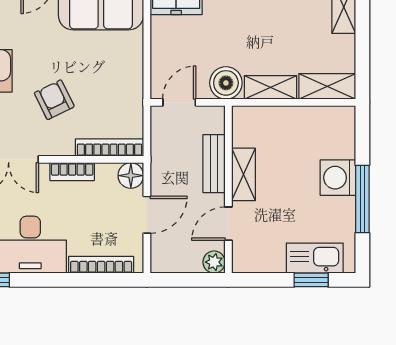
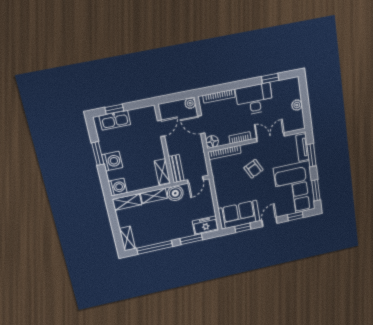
washing machine: (339, 122) -> (118, 187), added
bench: (214, 164) -> (176, 169), moved
shelving: (243, 174) -> (162, 172), moved
window: (362, 199) -> (98, 154), width x0.69
door: (147, 215) -> (201, 125), hinge flipped
plant: (214, 262) -> (190, 103), moved

